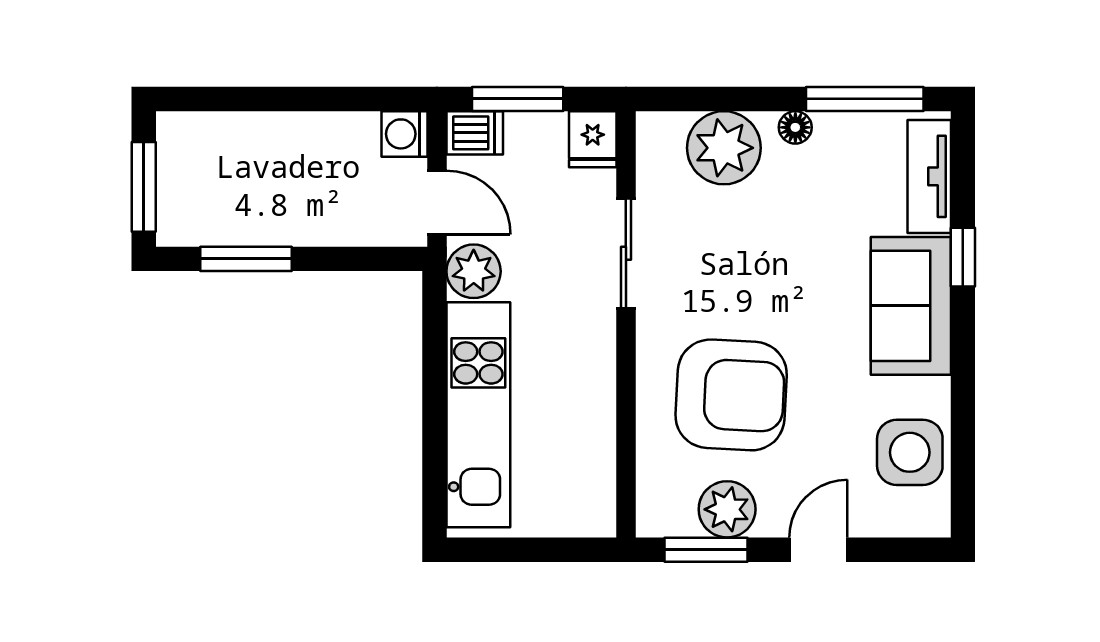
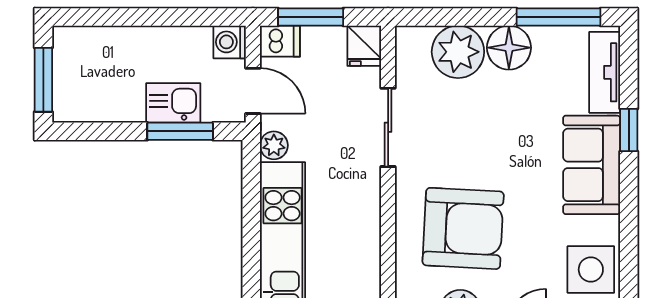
floor lamp: (795, 127) -> (509, 48), width x1.89, depth x1.89
kitchen sink: (325, 219) -> (173, 103), added
window: (246, 259) -> (180, 131), moved
plant: (474, 271) -> (274, 145), width x0.73, depth x0.73

